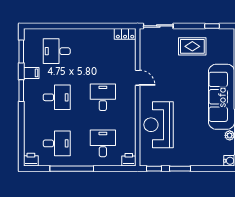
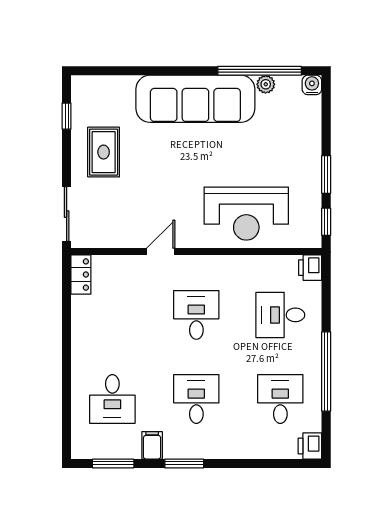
desk: (103, 97) -> (196, 315), turned 90

